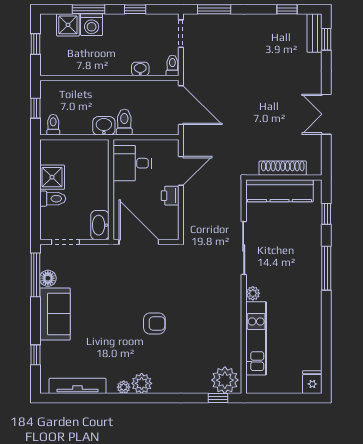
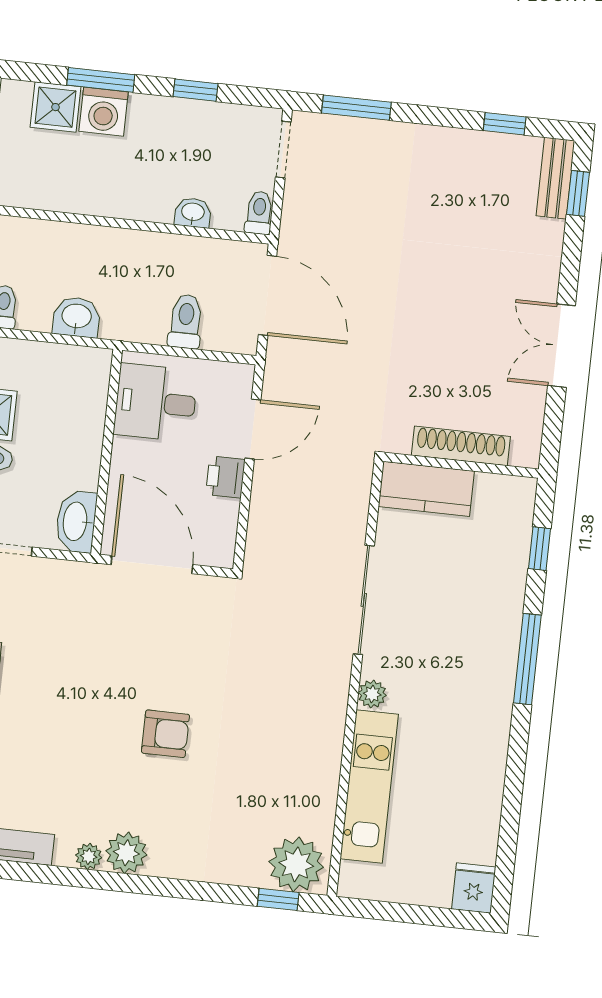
toilet: (124, 122) -> (186, 321), moved
washbasin: (104, 126) -> (77, 317), moved
kitchen counter: (279, 191) -> (426, 489), width x0.67

